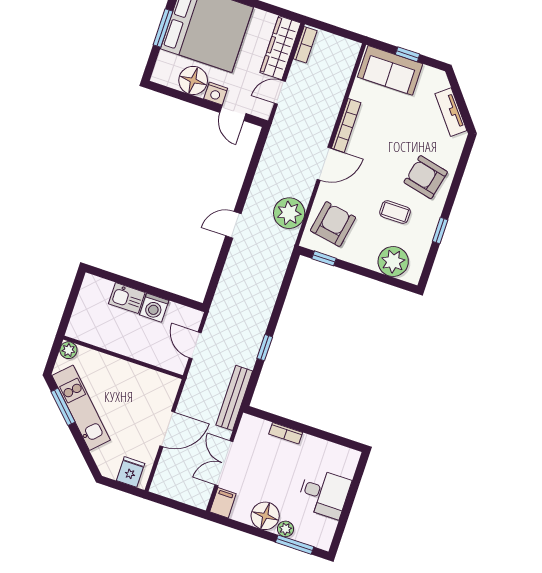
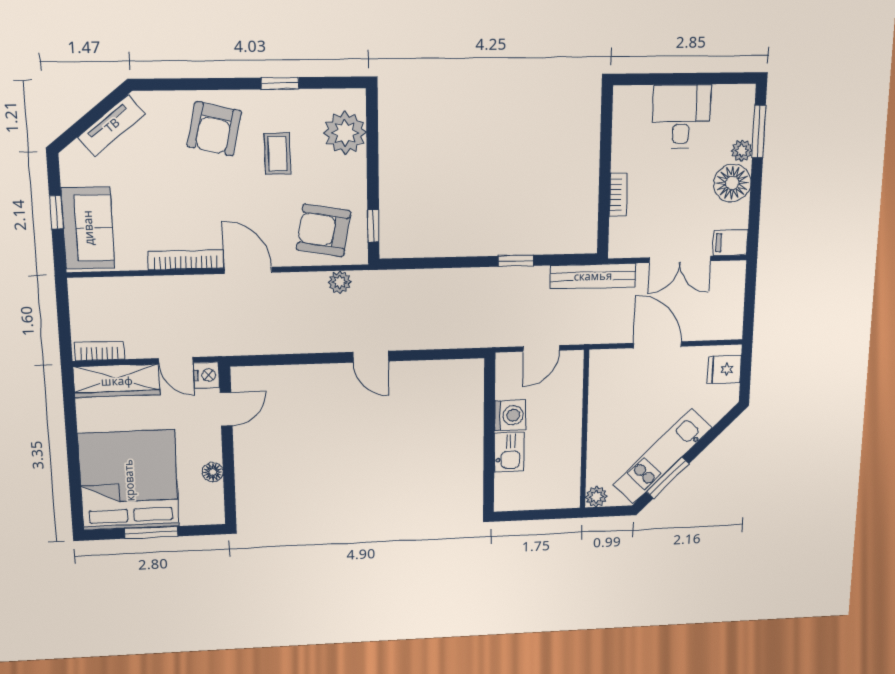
floor lamp: (193, 80) -> (213, 472), width x0.53, depth x0.53
nightstand: (216, 94) -> (207, 375), moved
plant: (289, 213) -> (340, 282), width x0.53, depth x0.53

